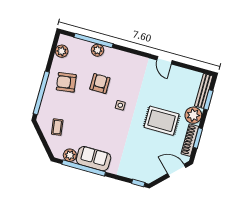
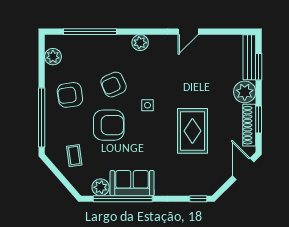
plant: (98, 50) -> (140, 43), moved
door: (164, 60) -> (188, 32), hinge flipped
armchair: (100, 83) -> (114, 85), turned -114
armchair: (88, 112) -> (109, 125), added
rug: (162, 121) -> (192, 131), moved, turned 90
door: (177, 171) -> (243, 169), hinge flipped

